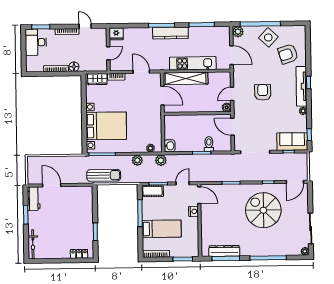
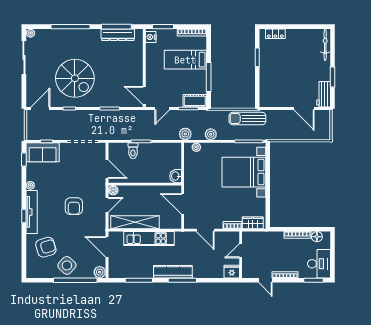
floor lamp: (74, 67) -> (317, 237), moved
shelving: (186, 78) -> (135, 222), moved
washbasin: (170, 146) -> (176, 176), moved
nightstand: (193, 211) -> (151, 37), moved

